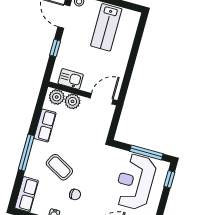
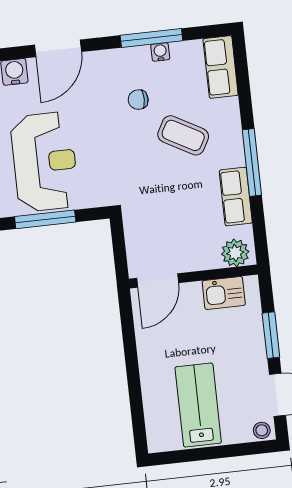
window: (55, 48) -> (271, 335), width x1.50
plant: (72, 101) -> (205, 256), removed
window: (26, 153) -> (252, 162), moved

